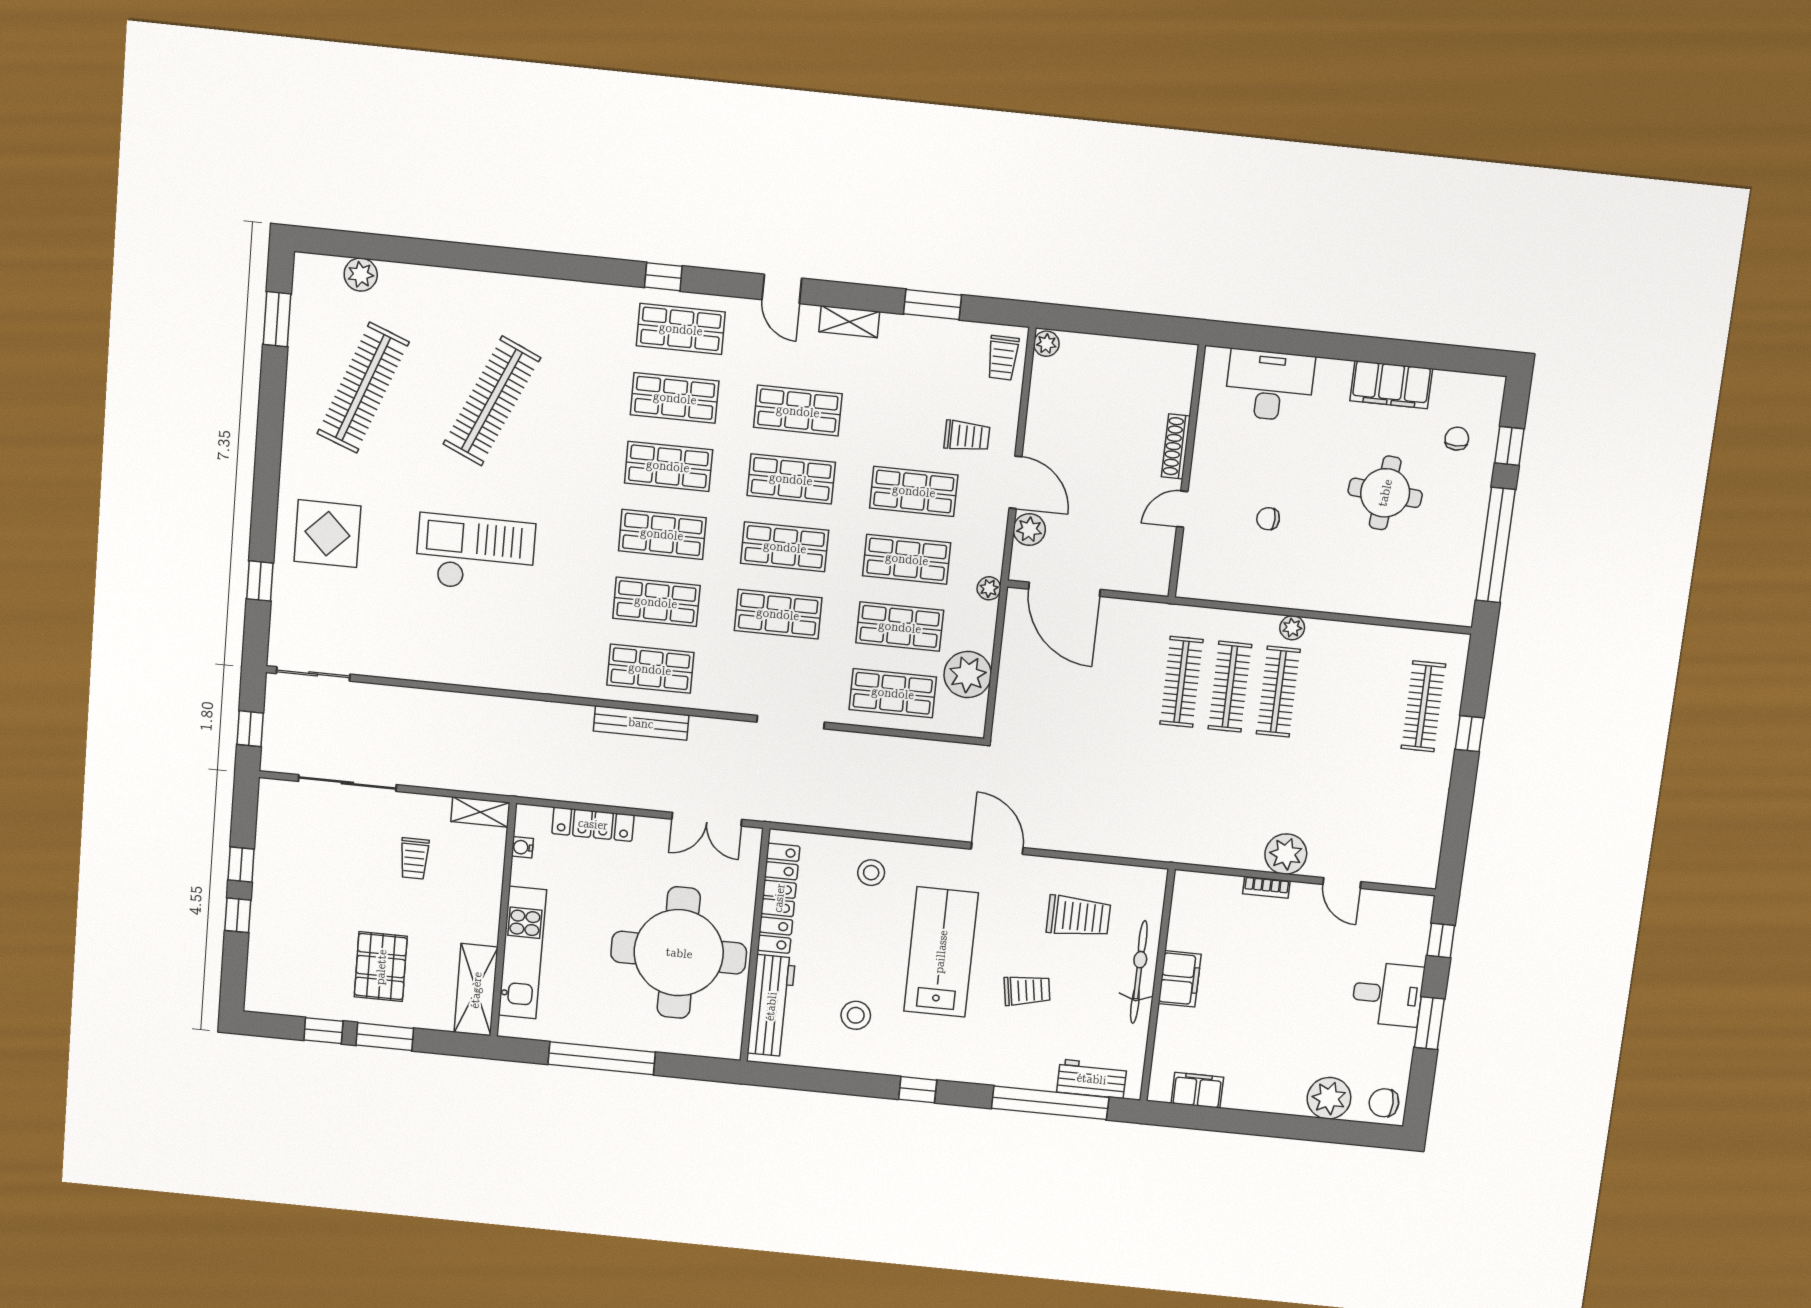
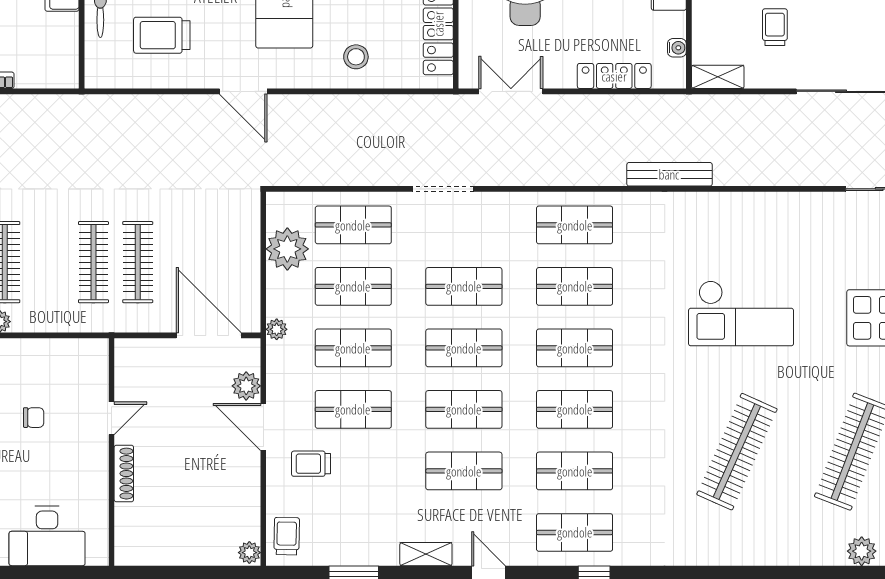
clothes rail: (1230, 687) -> (138, 262), moved
bench: (641, 723) -> (669, 174), moved

